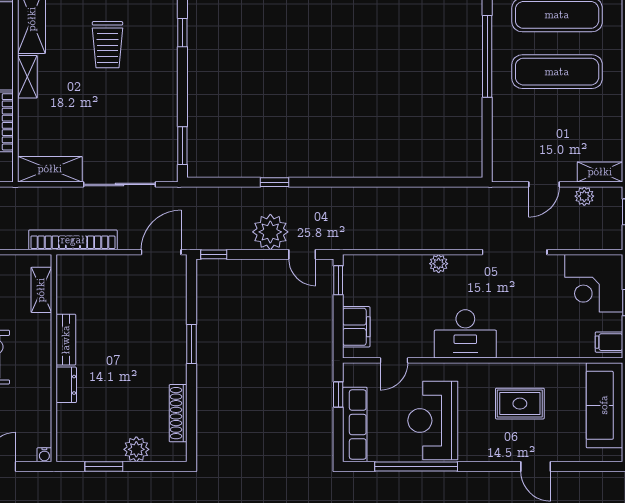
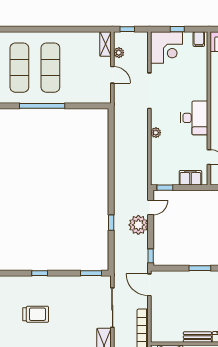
window: (182, 33) -> (40, 273), moved

